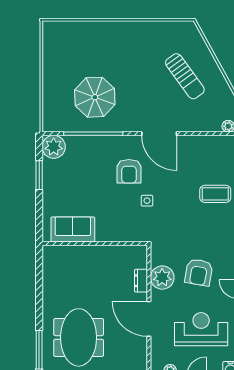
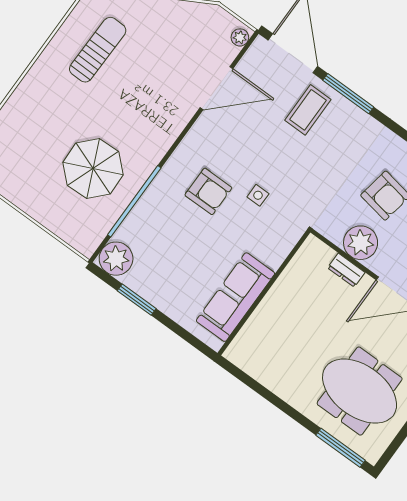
sun lounger: (185, 76) -> (98, 50), moved, turned -53
door: (159, 134) -> (217, 88), moved
sofa: (73, 230) -> (236, 297), width x1.36

